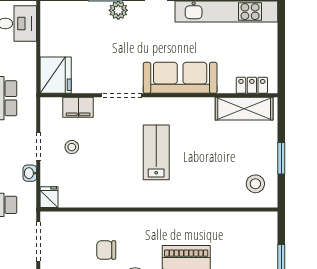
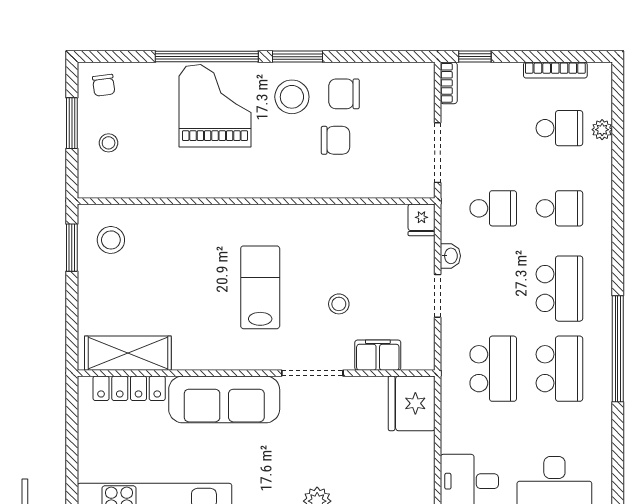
locker: (252, 85) -> (129, 388), width x1.53
stool: (72, 147) -> (339, 304), moved
lab bench: (156, 152) -> (260, 287), turned 180
window: (281, 158) -> (72, 248), moved
stool: (257, 248) -> (109, 143), added

